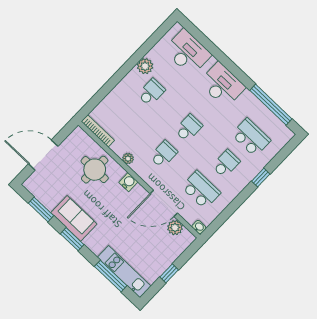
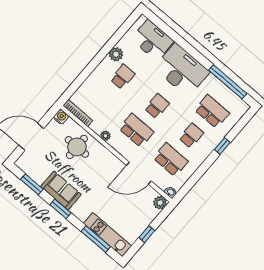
desk: (222, 85) -> (182, 70), width x1.36, depth x1.30
school desk: (164, 154) -> (136, 130), width x1.85
water cooler: (128, 182) -> (61, 117), moved
plant: (175, 228) -> (160, 203), moved

